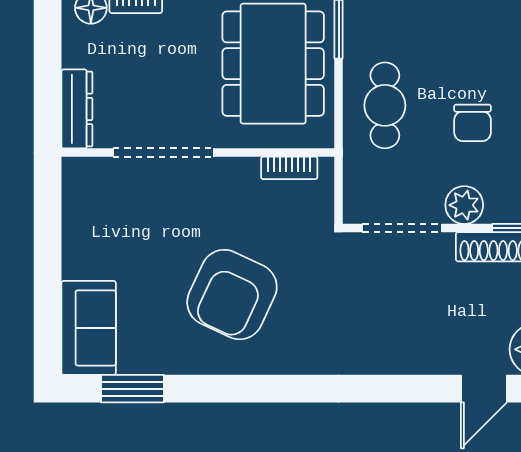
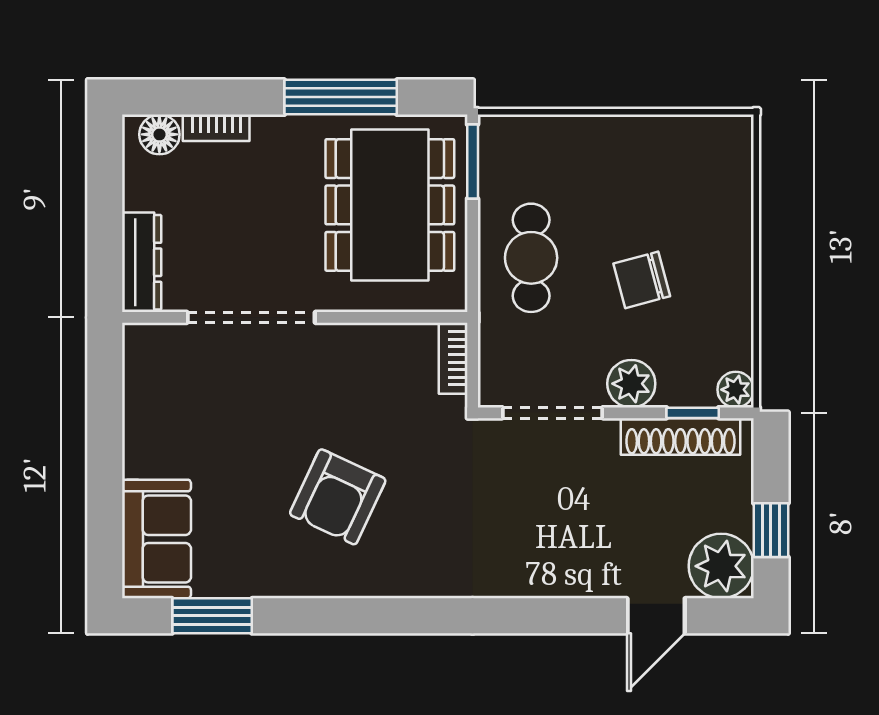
chair: (473, 123) -> (642, 280), turned 75
bookcase: (289, 168) -> (453, 358), moved, turned 90
armchair: (232, 295) -> (338, 497), width x0.73, depth x0.73

